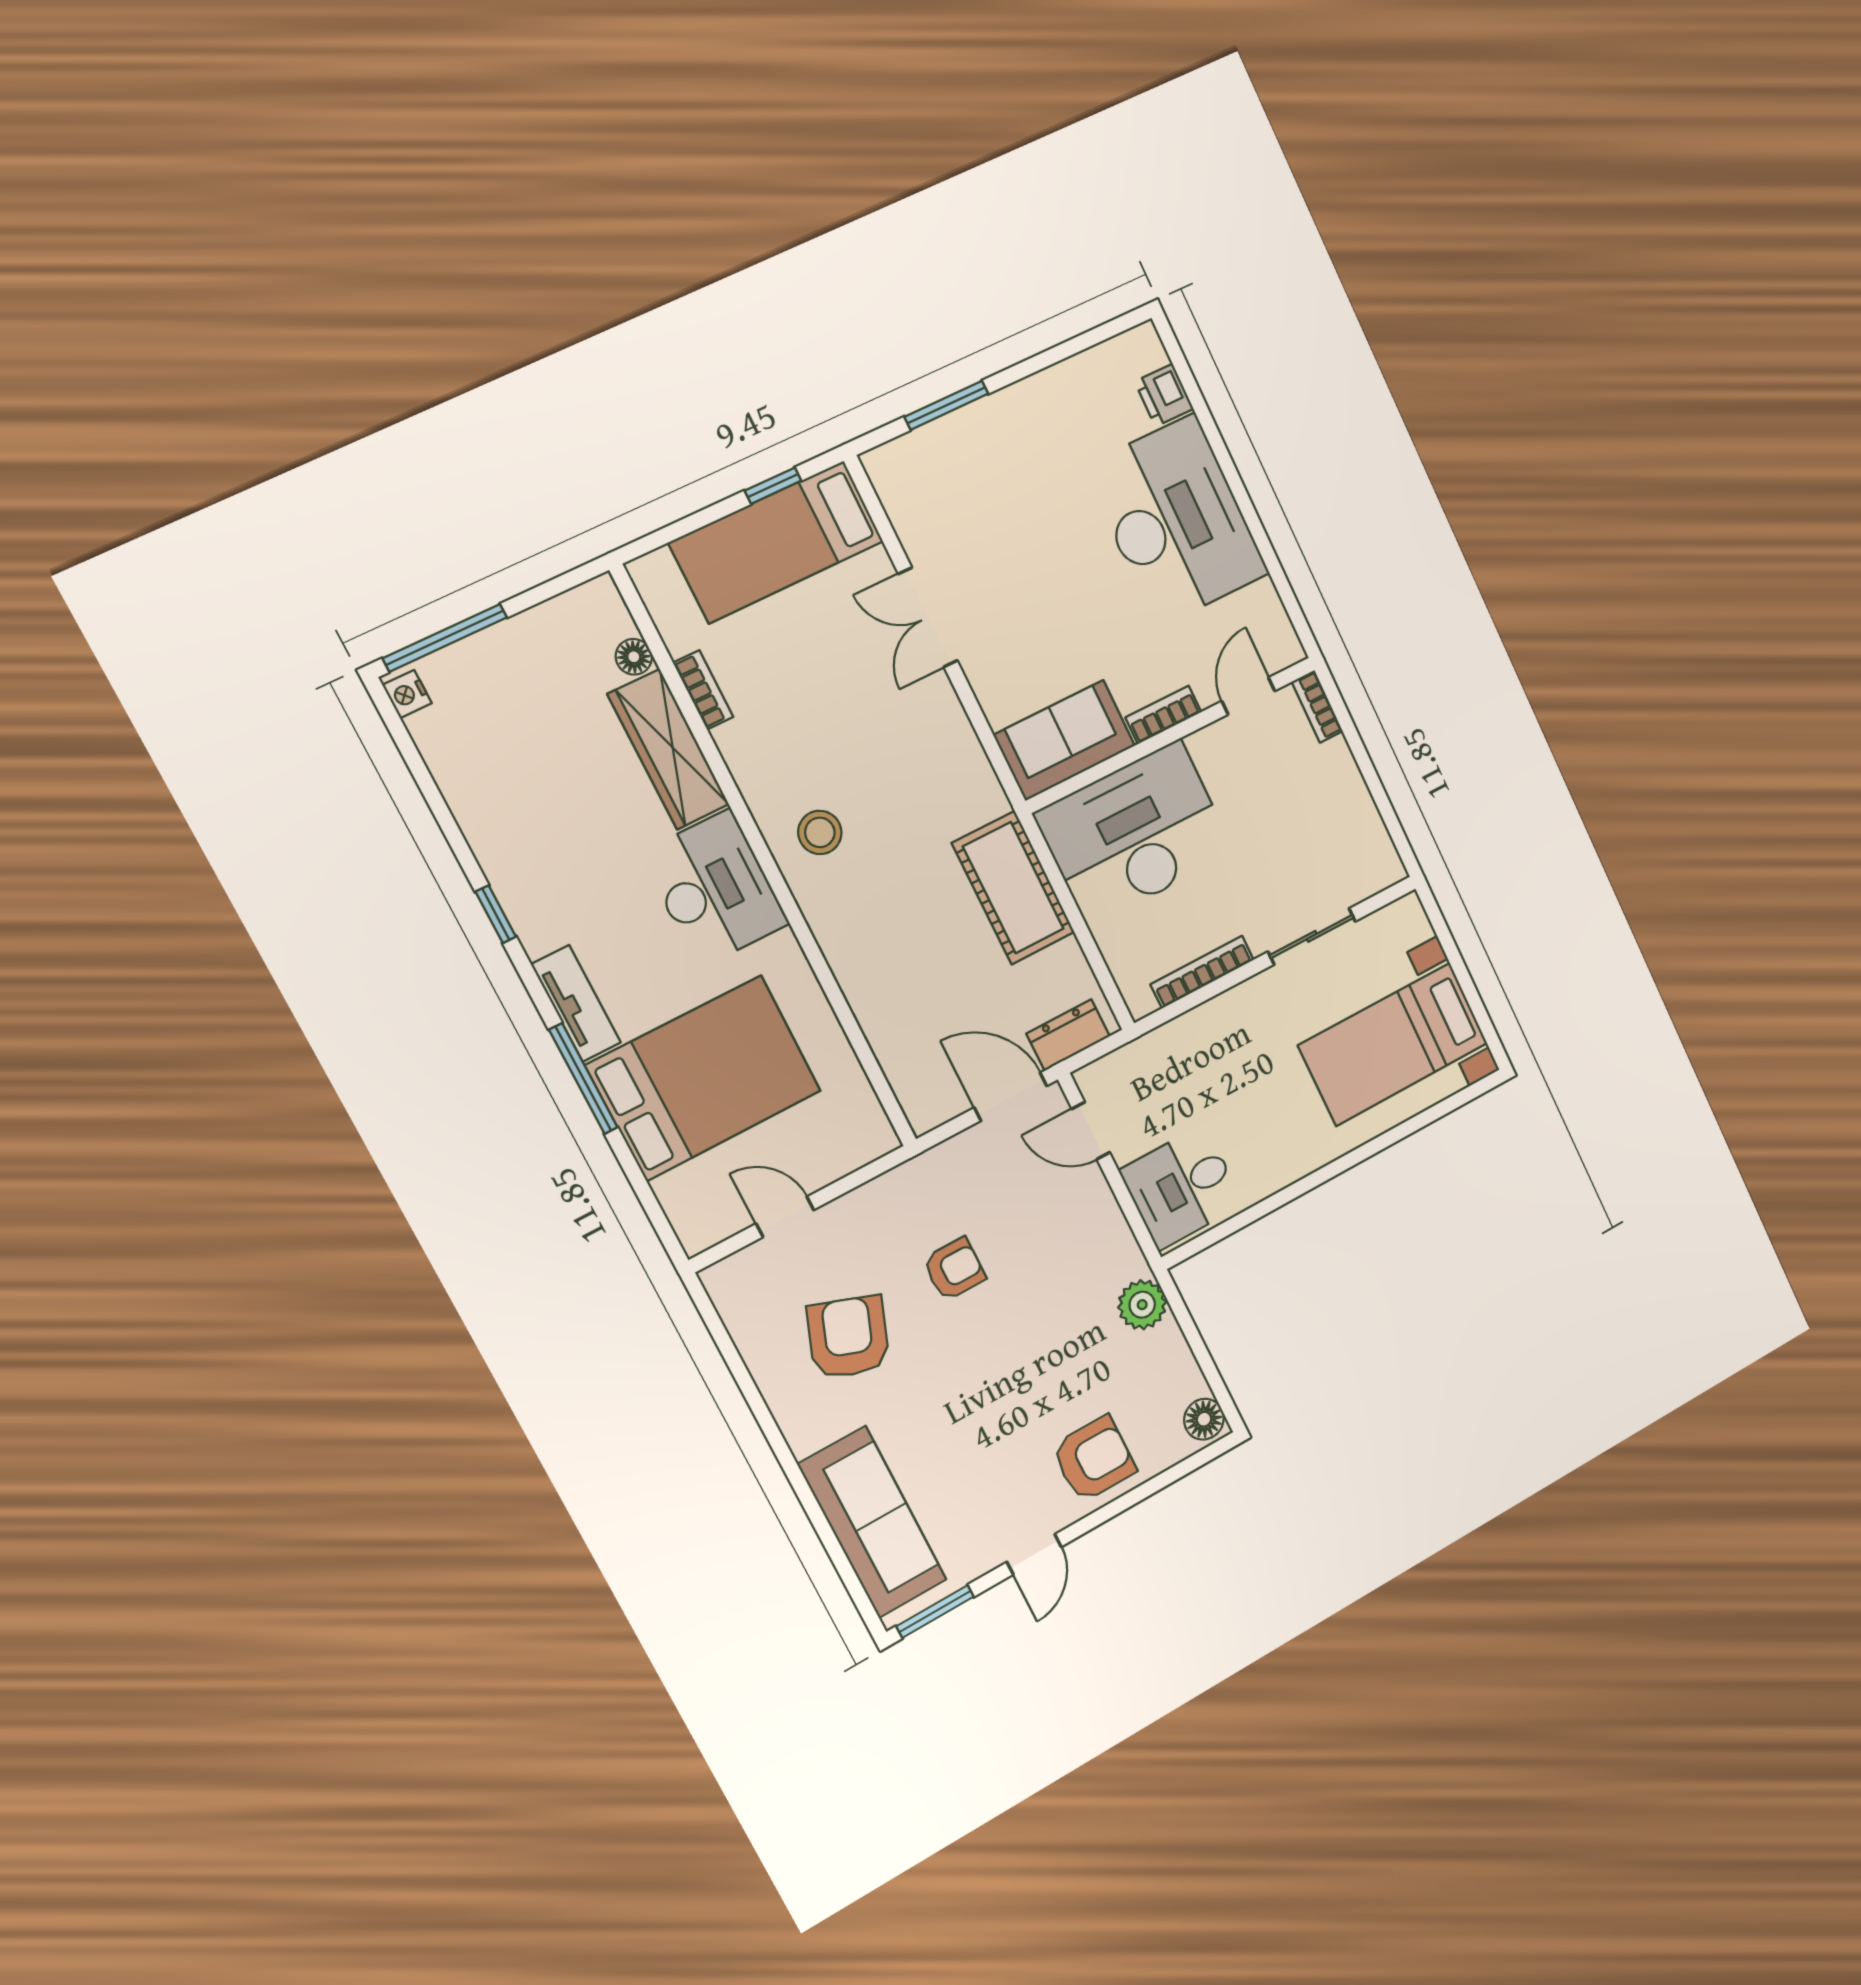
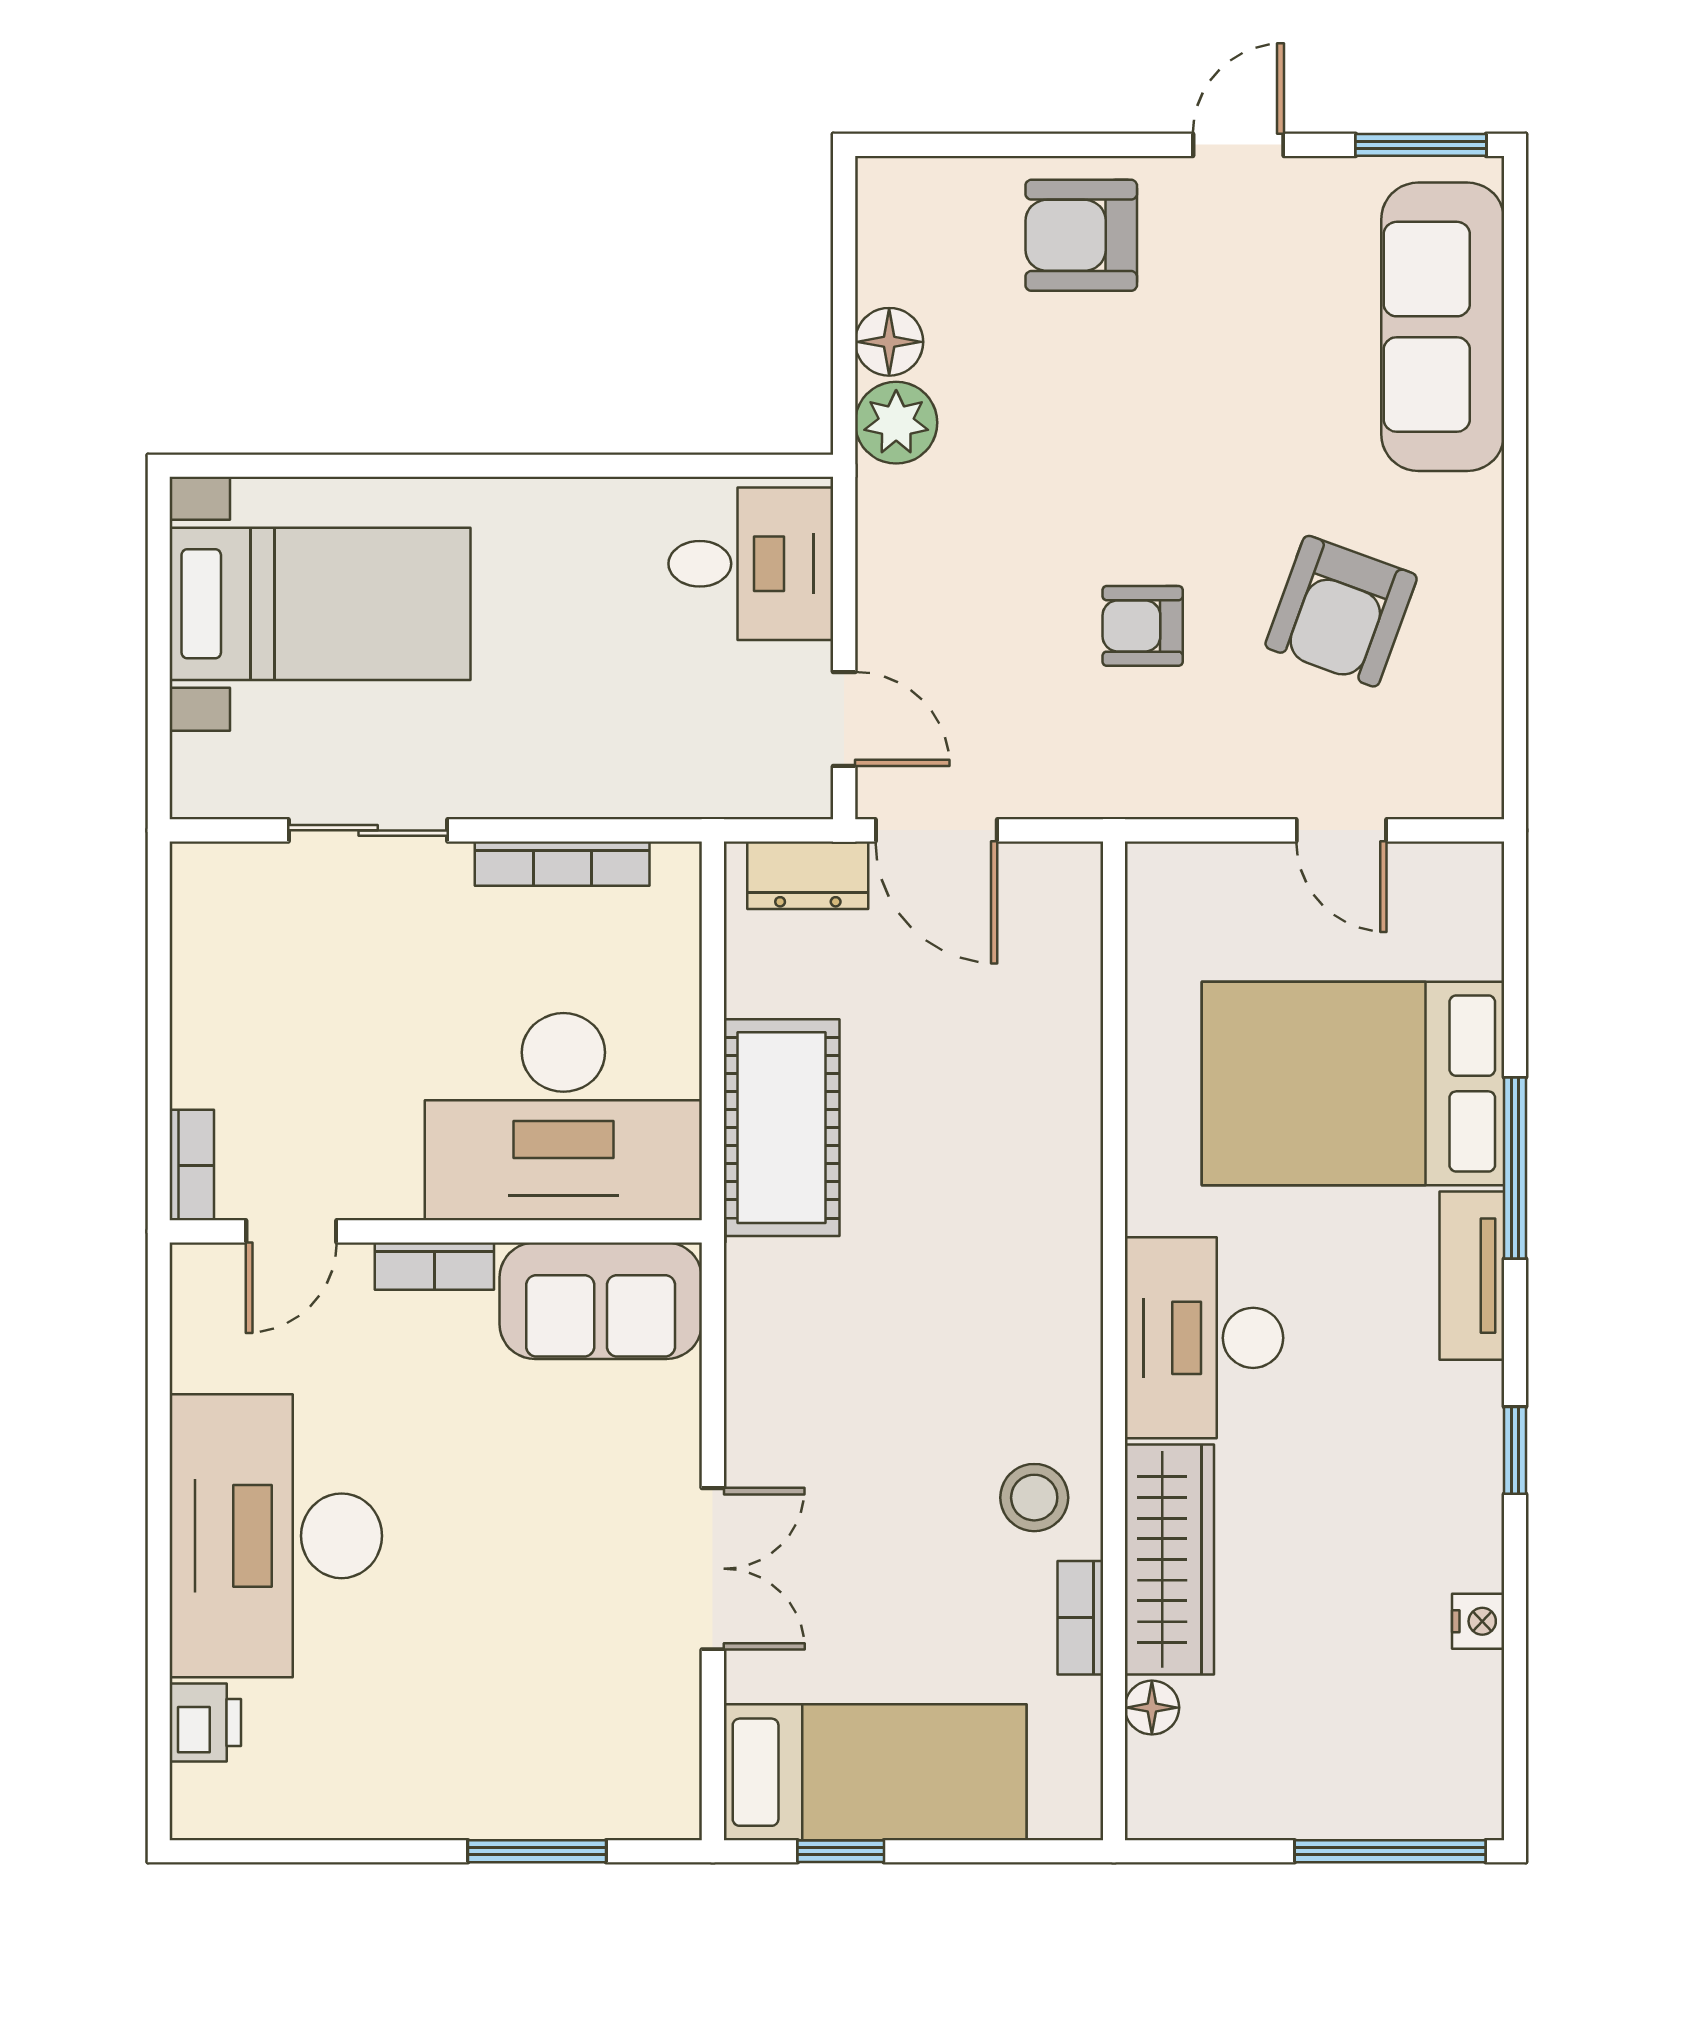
nightstand: (407, 694) -> (1478, 1621), moved
stool: (820, 832) -> (1034, 1498), moved
floor lamp: (1204, 1419) -> (889, 342), moved

